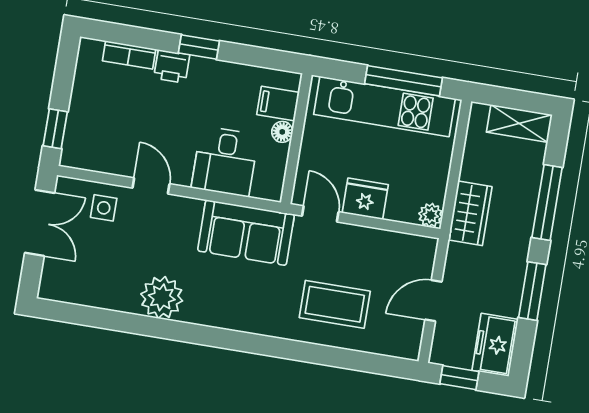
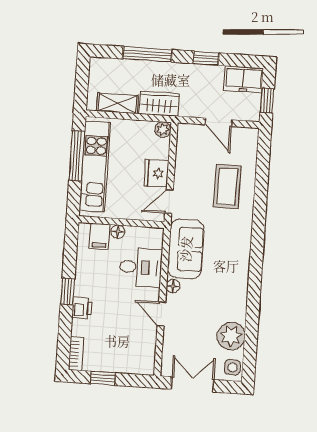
bookcase: (129, 55) -> (76, 354), moved
shelving: (519, 123) -> (117, 103), moved, turned 90
window: (55, 129) -> (103, 378), moved
door: (151, 186) -> (161, 314), hinge flipped
side table: (104, 208) -> (232, 367), moved
floor lamp: (192, 208) -> (173, 286), added
window: (532, 291) -> (206, 58), width x0.67
plant: (162, 297) -> (231, 336), moved

